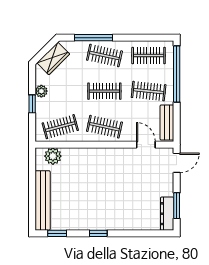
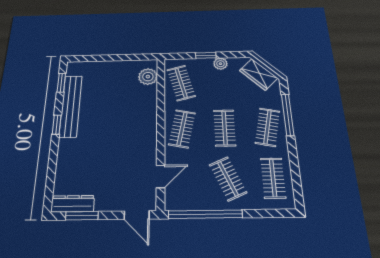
window: (177, 74) -> (205, 214), moved
clothes rail: (149, 91) -> (228, 179), turned -30
bench: (167, 123) -> (189, 202), removed
bench: (43, 201) -> (71, 106), moved, turned 90

